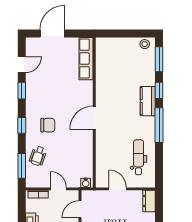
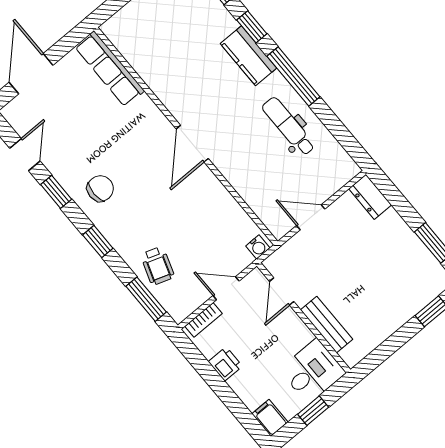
chair: (48, 125) -> (100, 189), moved
dental chair: (138, 157) -> (289, 126), moved

